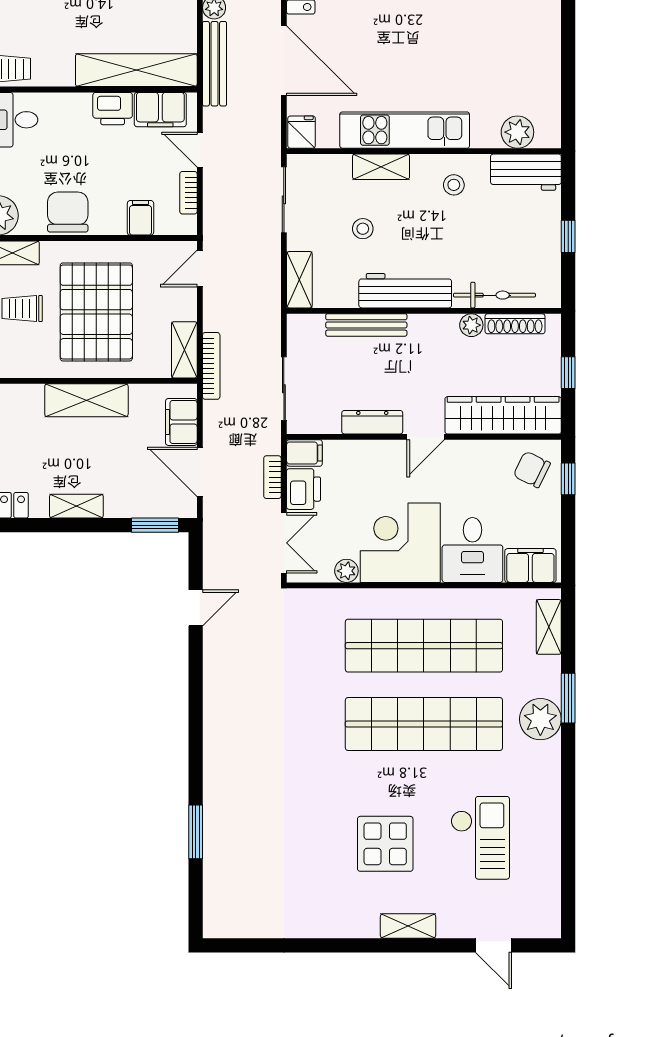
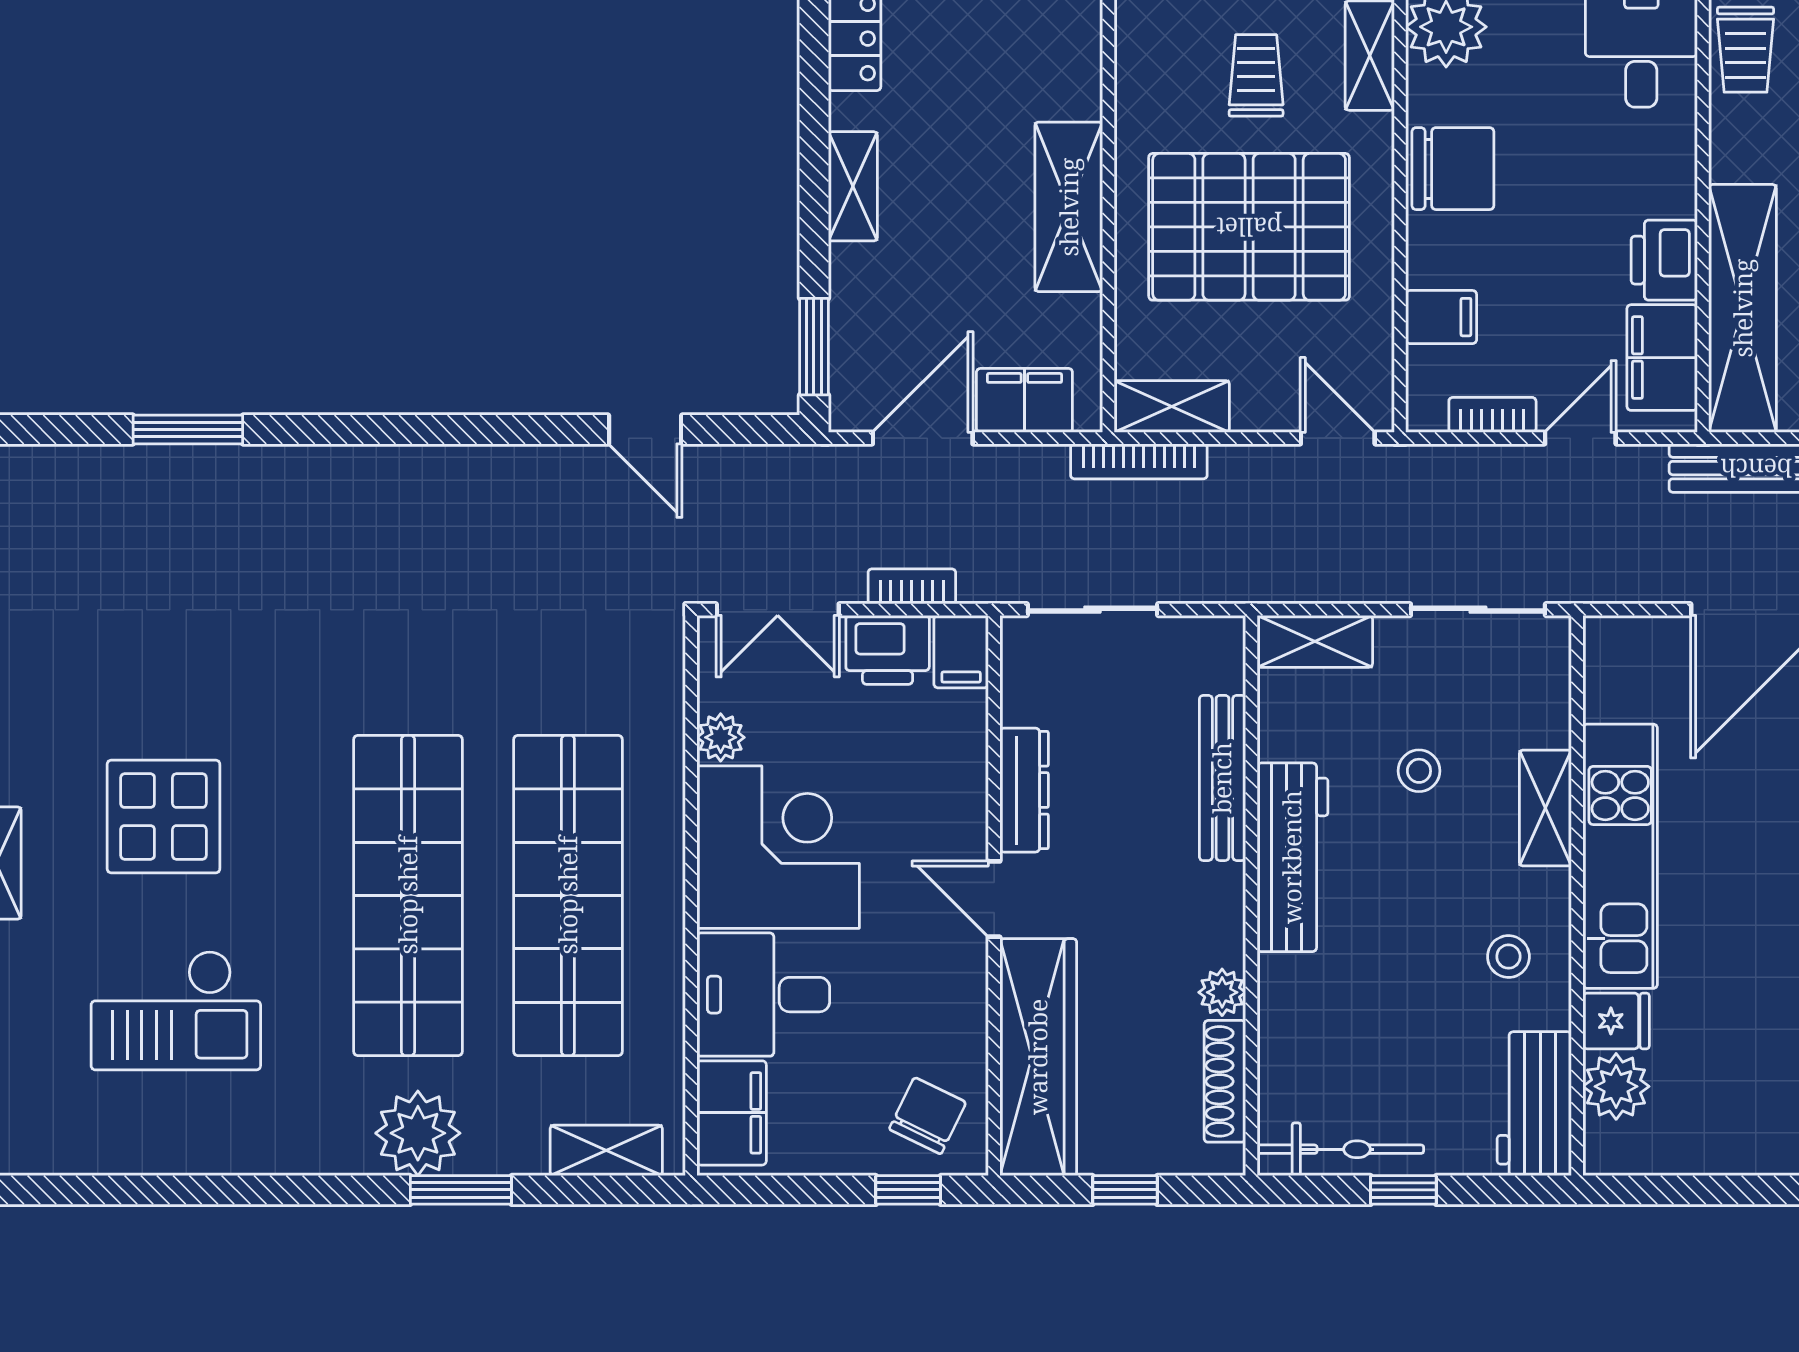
fridge: (302, 132) -> (1616, 1021), moved
bicycle: (494, 295) -> (1340, 1149), moved, turned -90

